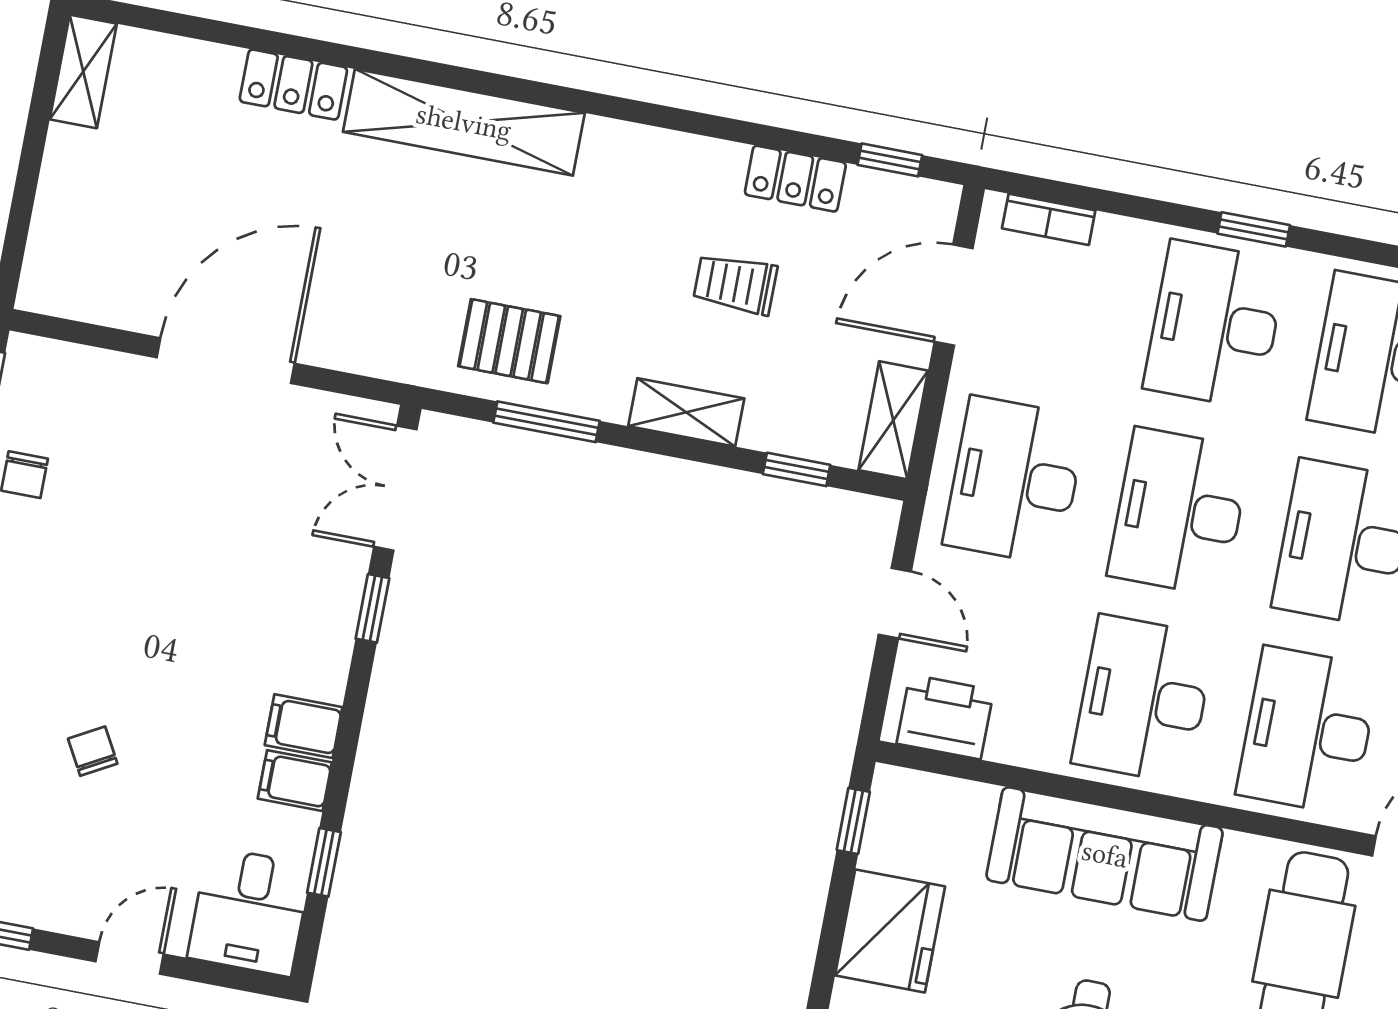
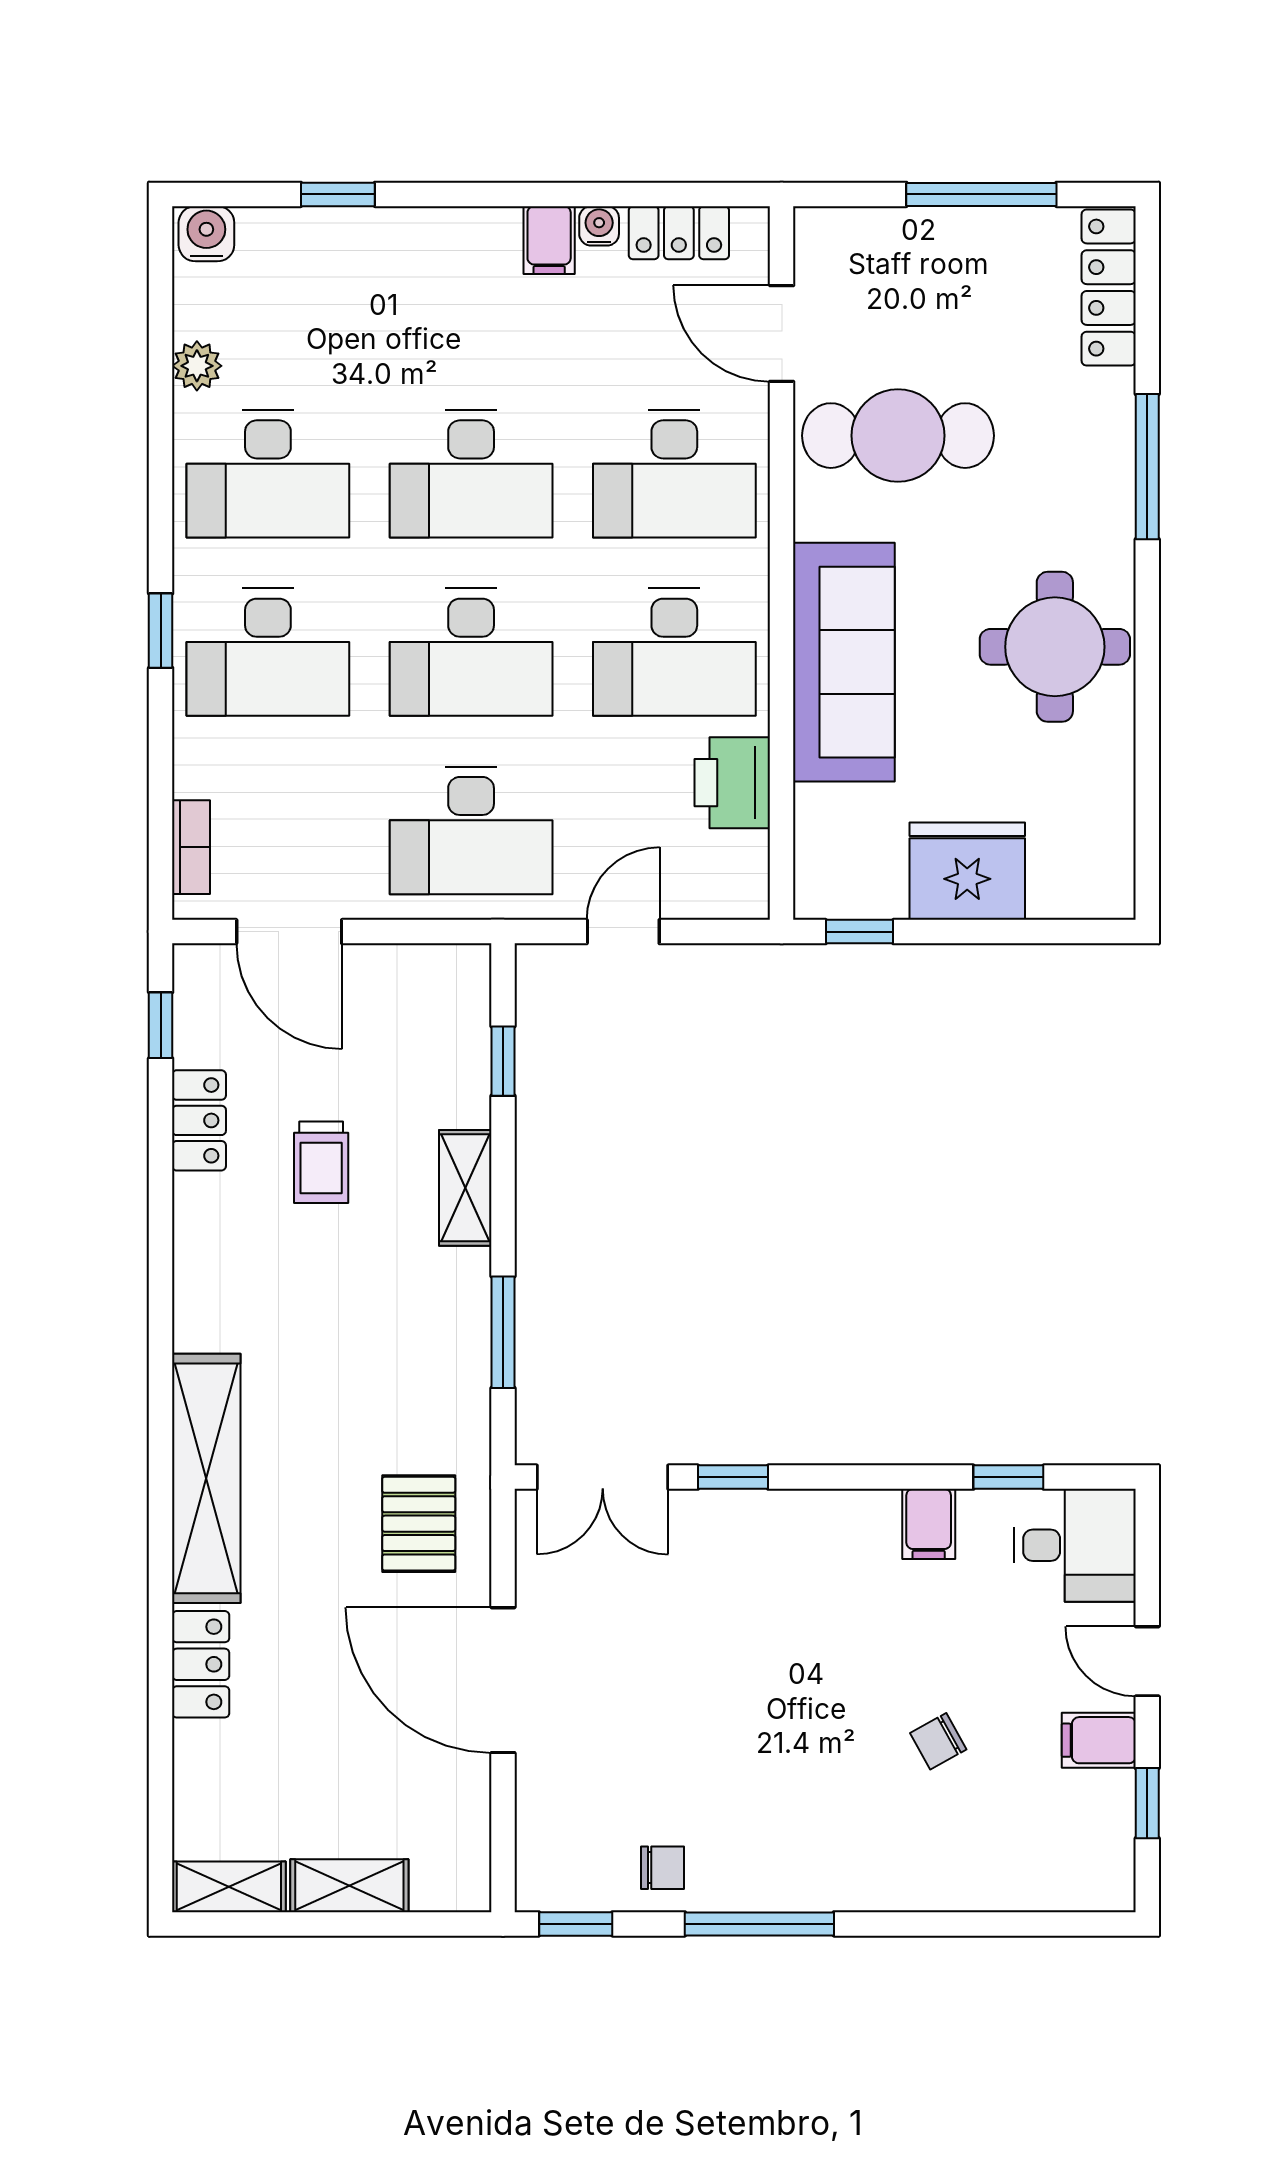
pallet: (509, 341) -> (419, 1524), moved
shelving: (893, 420) -> (349, 1886), moved
printer: (945, 717) -> (732, 783), moved
filing cabinet: (304, 726) -> (1099, 1740), moved, turned 90

